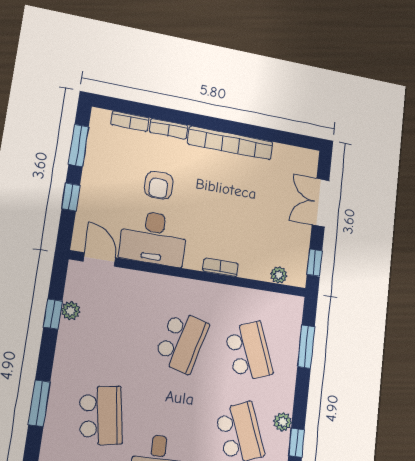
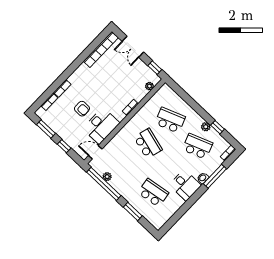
bookcase: (230, 143) -> (101, 49), moved
window: (53, 314) -> (104, 184), width x3.17
window: (306, 347) -> (185, 96), removed

